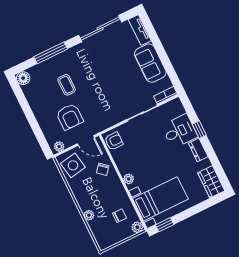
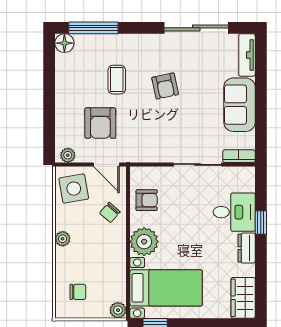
window: (51, 53) -> (93, 28), moved
armchair: (98, 74) -> (165, 86), added
armchair: (114, 141) -> (147, 200), moved
plant: (129, 179) -> (144, 242), width x1.88, depth x1.88
plant: (89, 215) -> (63, 239), moved
chair: (119, 216) -> (78, 292), moved

